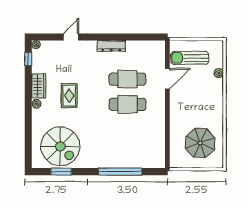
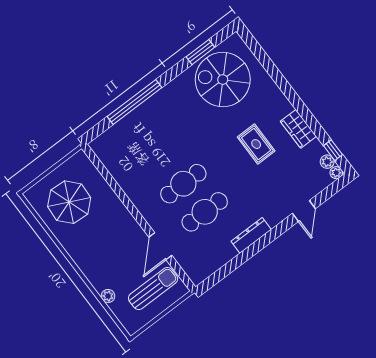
plant: (36, 104) -> (327, 162), moved

